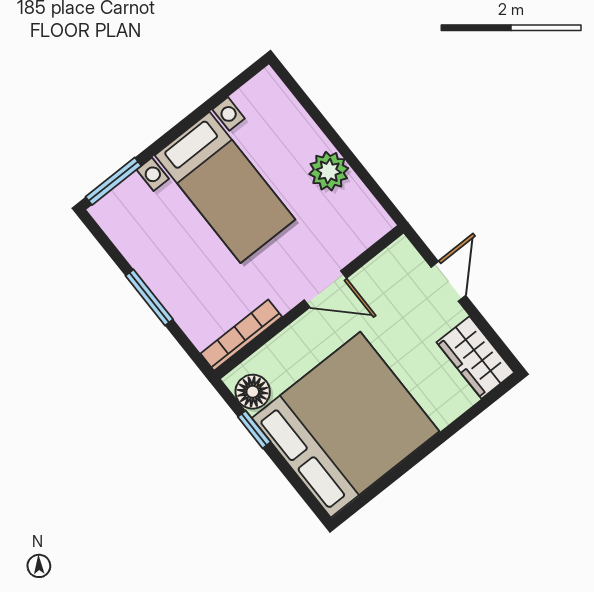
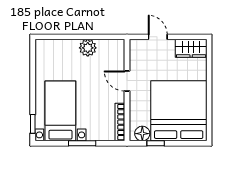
window: (113, 181) -> (33, 124), width x0.67
bed with nightstands: (225, 187) -> (60, 111), moved, turned -90
door: (325, 289) -> (127, 81), swing flipped

